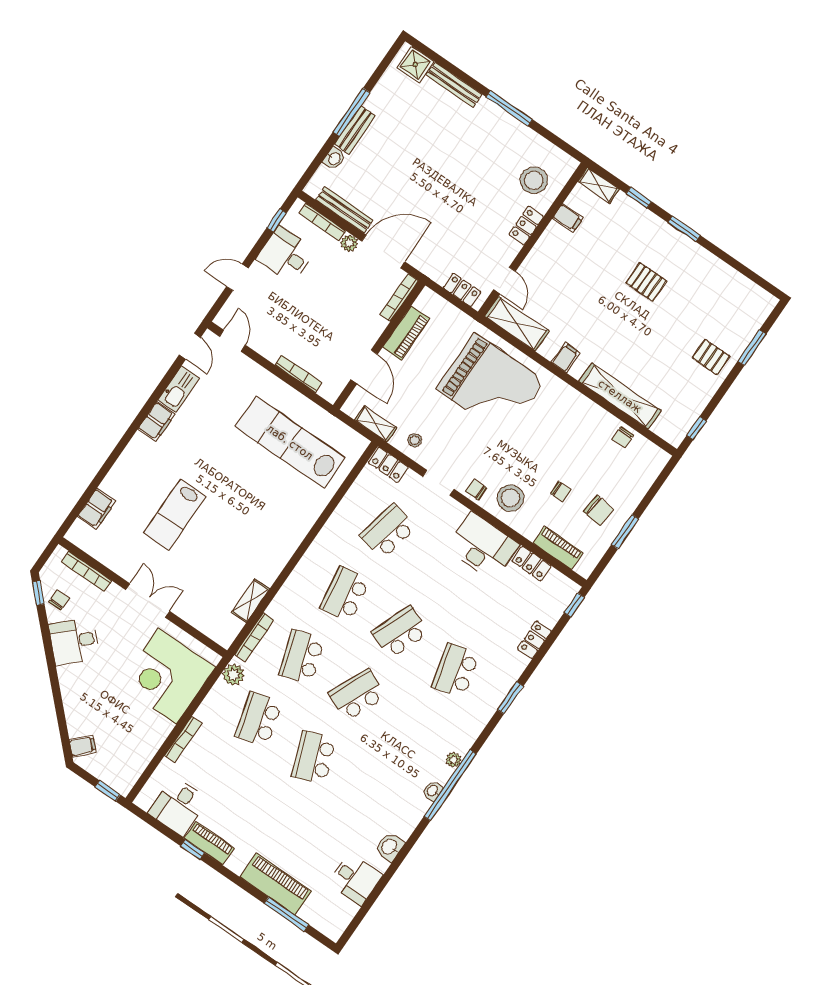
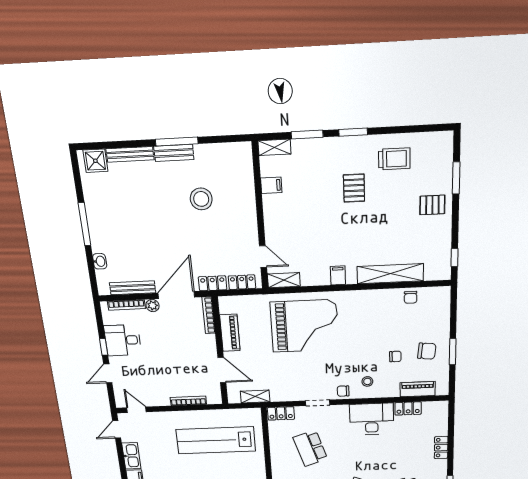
bench: (355, 130) -> (174, 153), moved, turned 90
stool: (534, 180) -> (201, 199), moved
window: (639, 198) -> (307, 135), width x1.50
window: (277, 220) -> (104, 347), moved
locker: (526, 225) -> (213, 283), moved, turned 90
pallet: (646, 282) -> (354, 188), turned 90
trolley: (705, 284) -> (394, 159), added
shelving: (517, 324) -> (284, 280), width x0.67, depth x0.75
door: (190, 346) -> (117, 429), swing flipped
stool: (415, 440) -> (285, 389), removed
stool: (510, 498) -> (367, 381), width x0.53, depth x0.53
school desk: (388, 531) -> (310, 448), turned -30
window: (574, 605) -> (451, 413), removed

